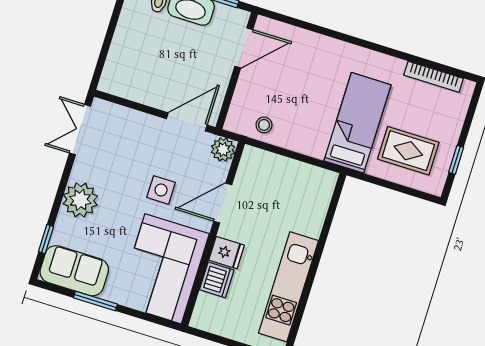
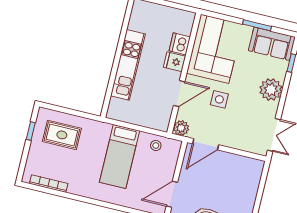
bed: (358, 123) -> (120, 157), moved
kitchen unit: (288, 287) -> (128, 65), moved

